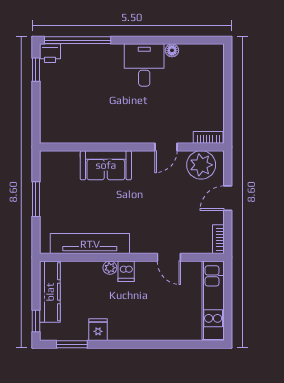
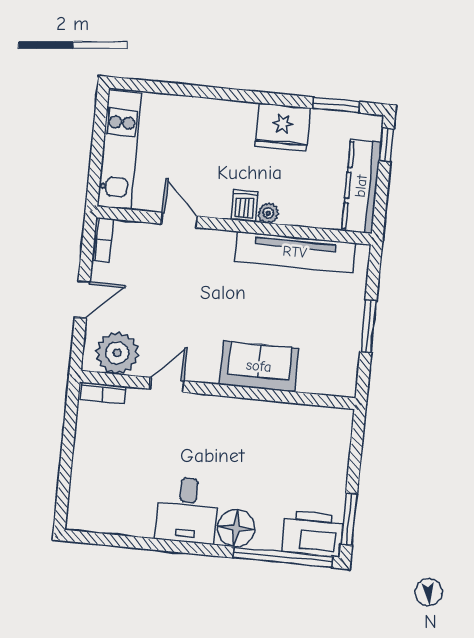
floor lamp: (172, 50) -> (236, 528), moved, width x1.89, depth x1.89
printer: (50, 53) -> (313, 534), width x1.87, depth x1.48
window: (36, 70) -> (349, 519), width x1.50
fridge: (98, 330) -> (283, 127), width x1.88, depth x1.34

